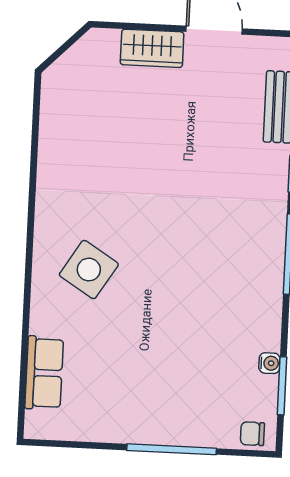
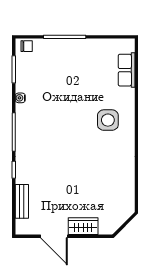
side table: (89, 270) -> (108, 120), turned -32
water cooler: (269, 363) -> (20, 98), moved

